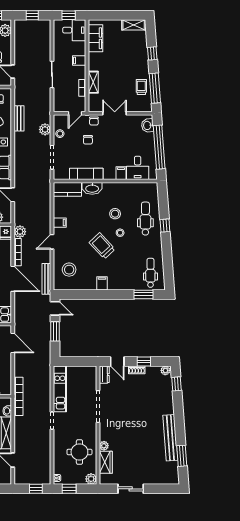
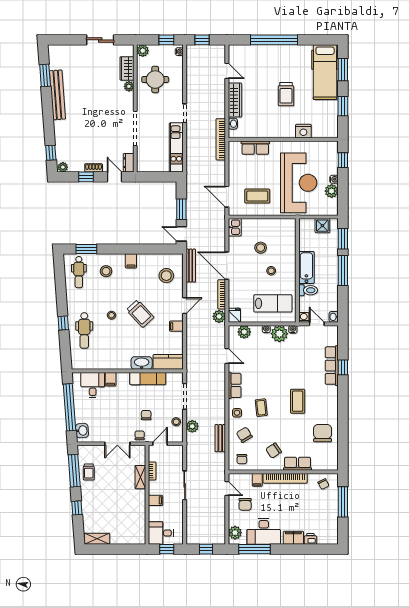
filing cabinet: (95, 38) -> (138, 524), removed
stool: (115, 214) -> (106, 271), moved
trolley: (102, 246) -> (140, 314), moved

